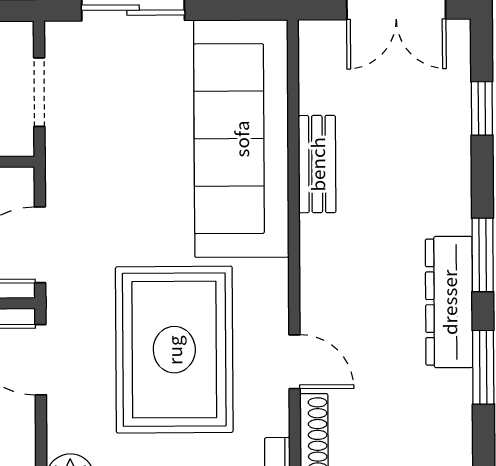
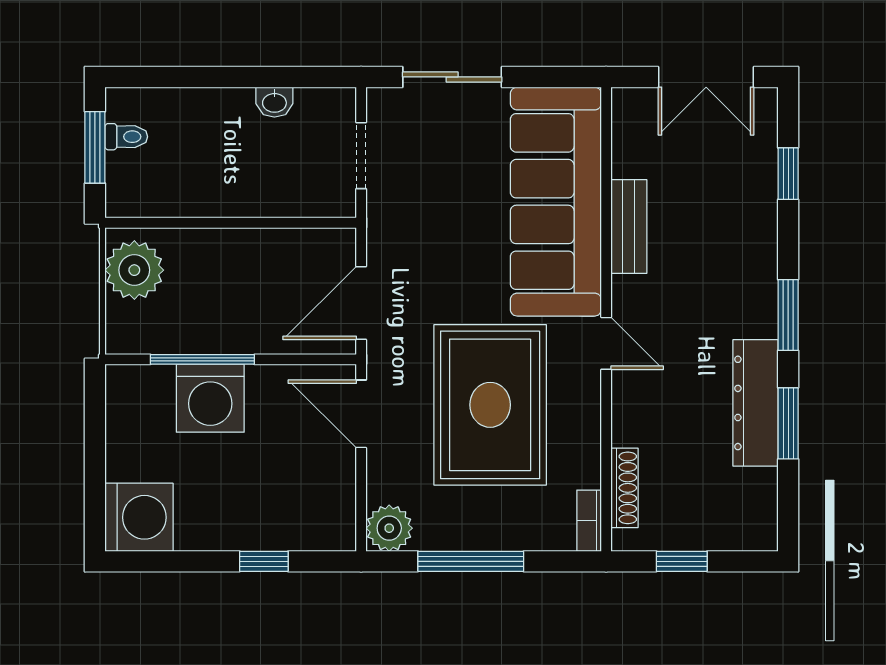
dresser: (449, 302) -> (755, 403), moved
door: (295, 362) -> (606, 343), moved

